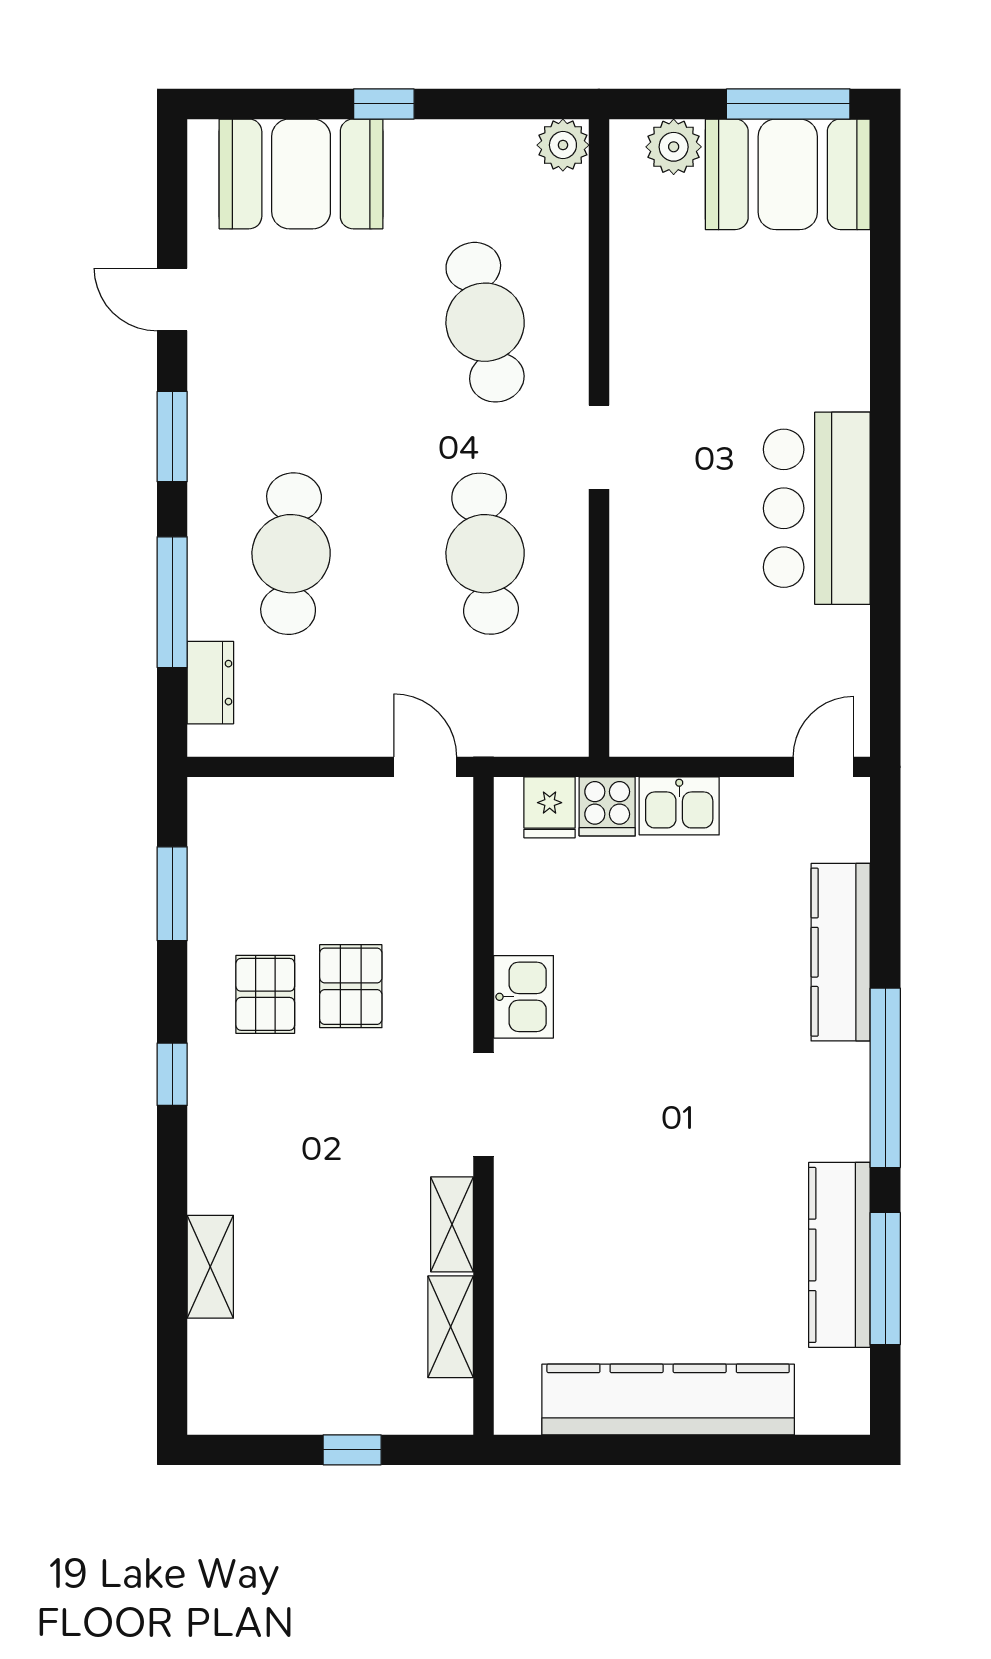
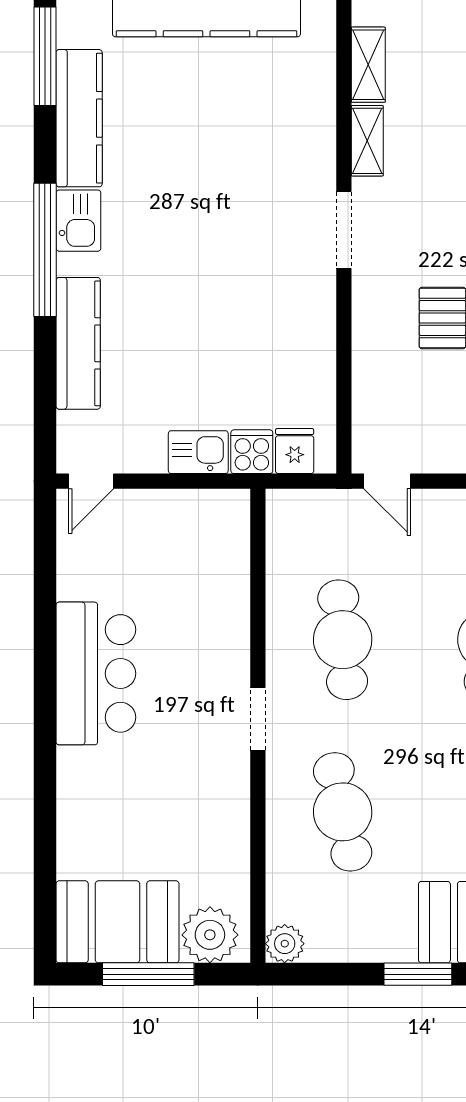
window: (384, 104) -> (418, 974), width x1.50
window: (788, 104) -> (148, 974), moved
plant: (674, 147) -> (210, 935), width x1.36, depth x1.36
kitchen sink: (523, 997) -> (78, 221), moved, turned 180
window: (885, 1279) -> (45, 56), moved

